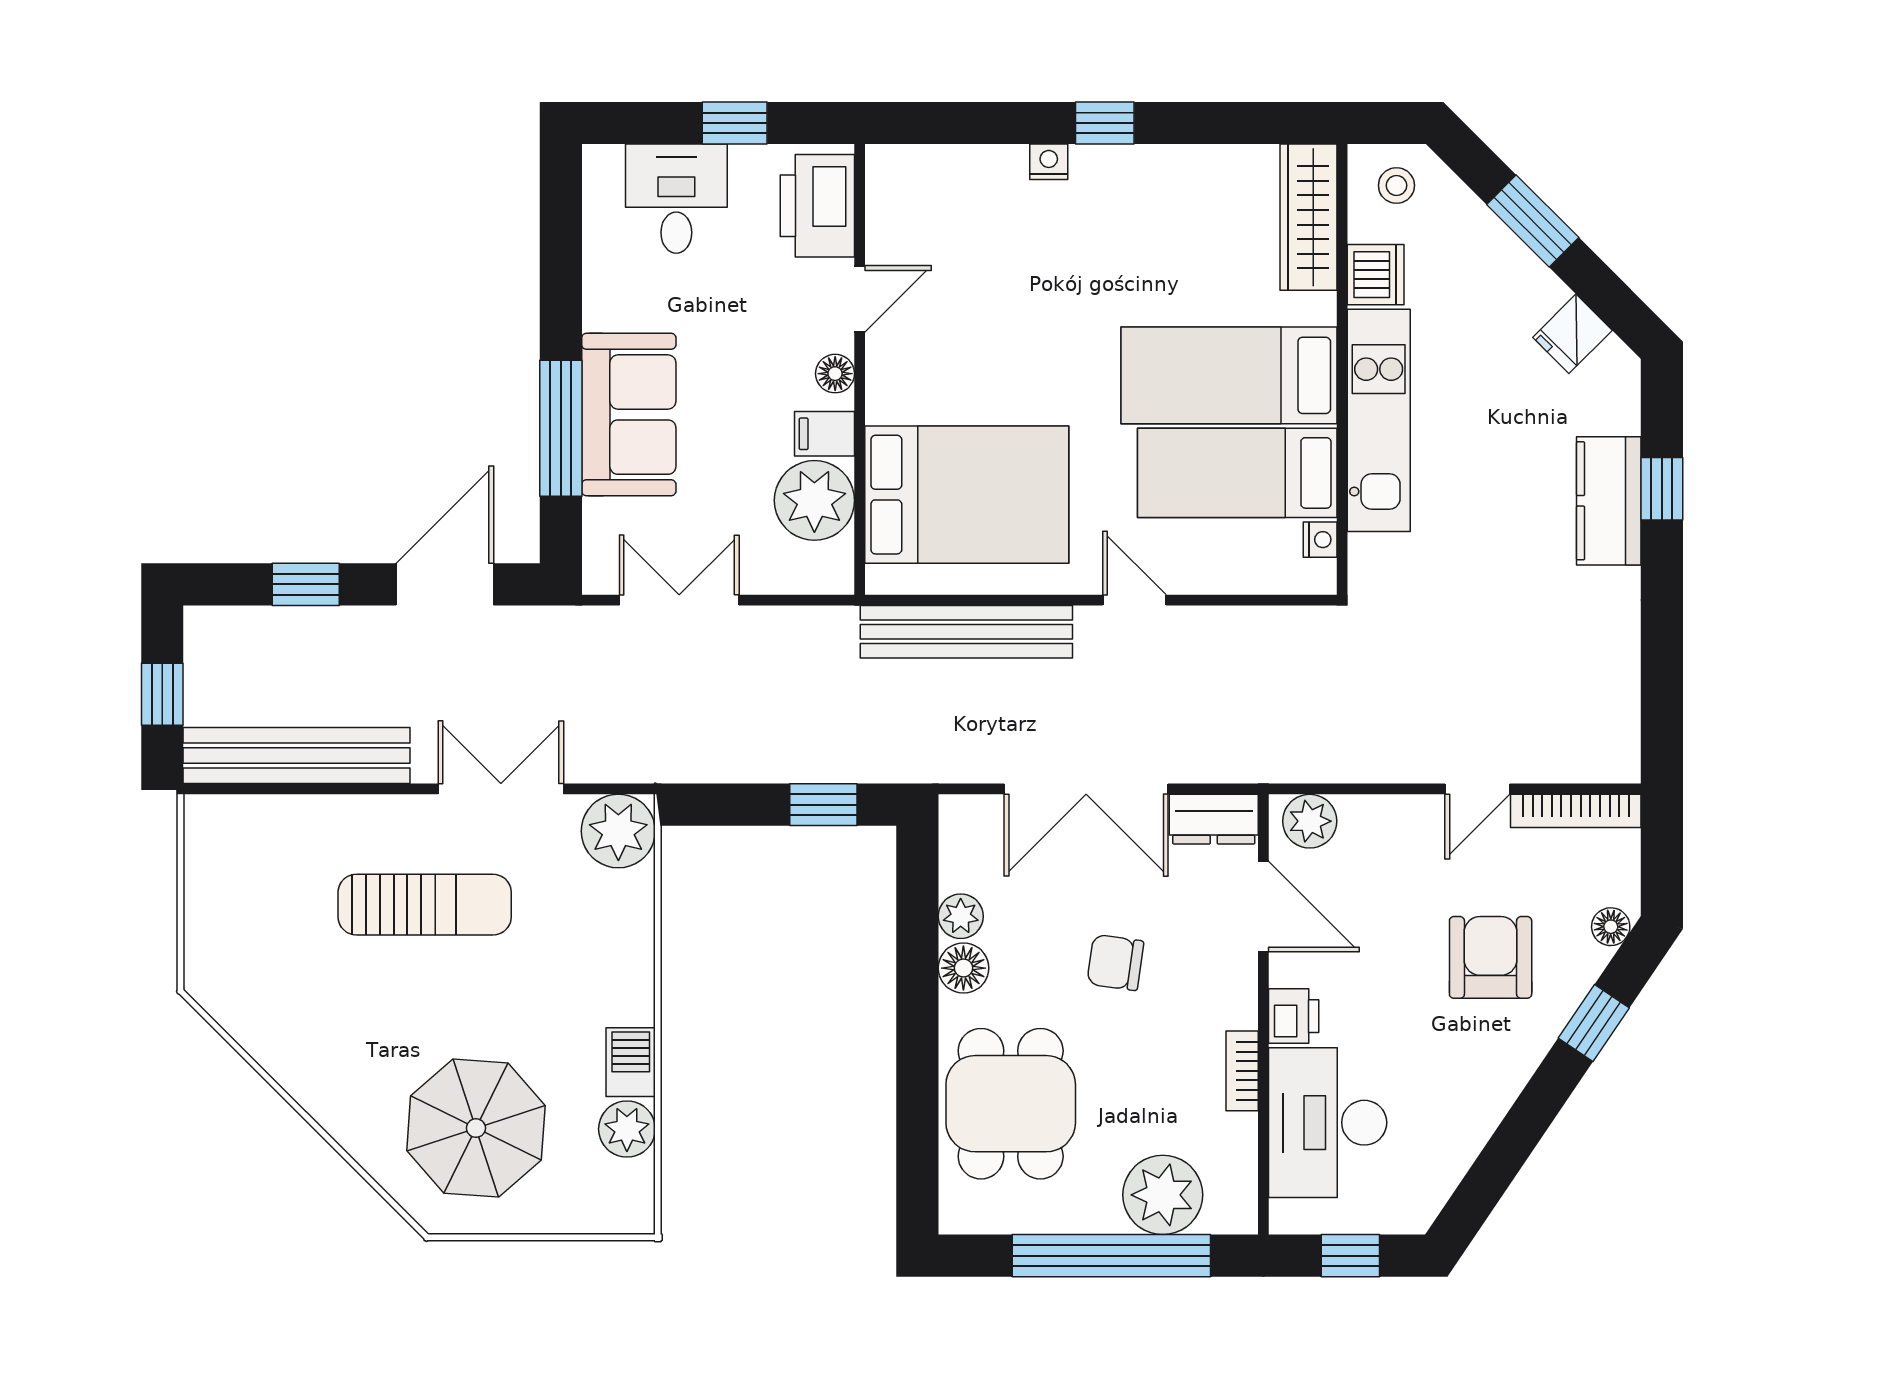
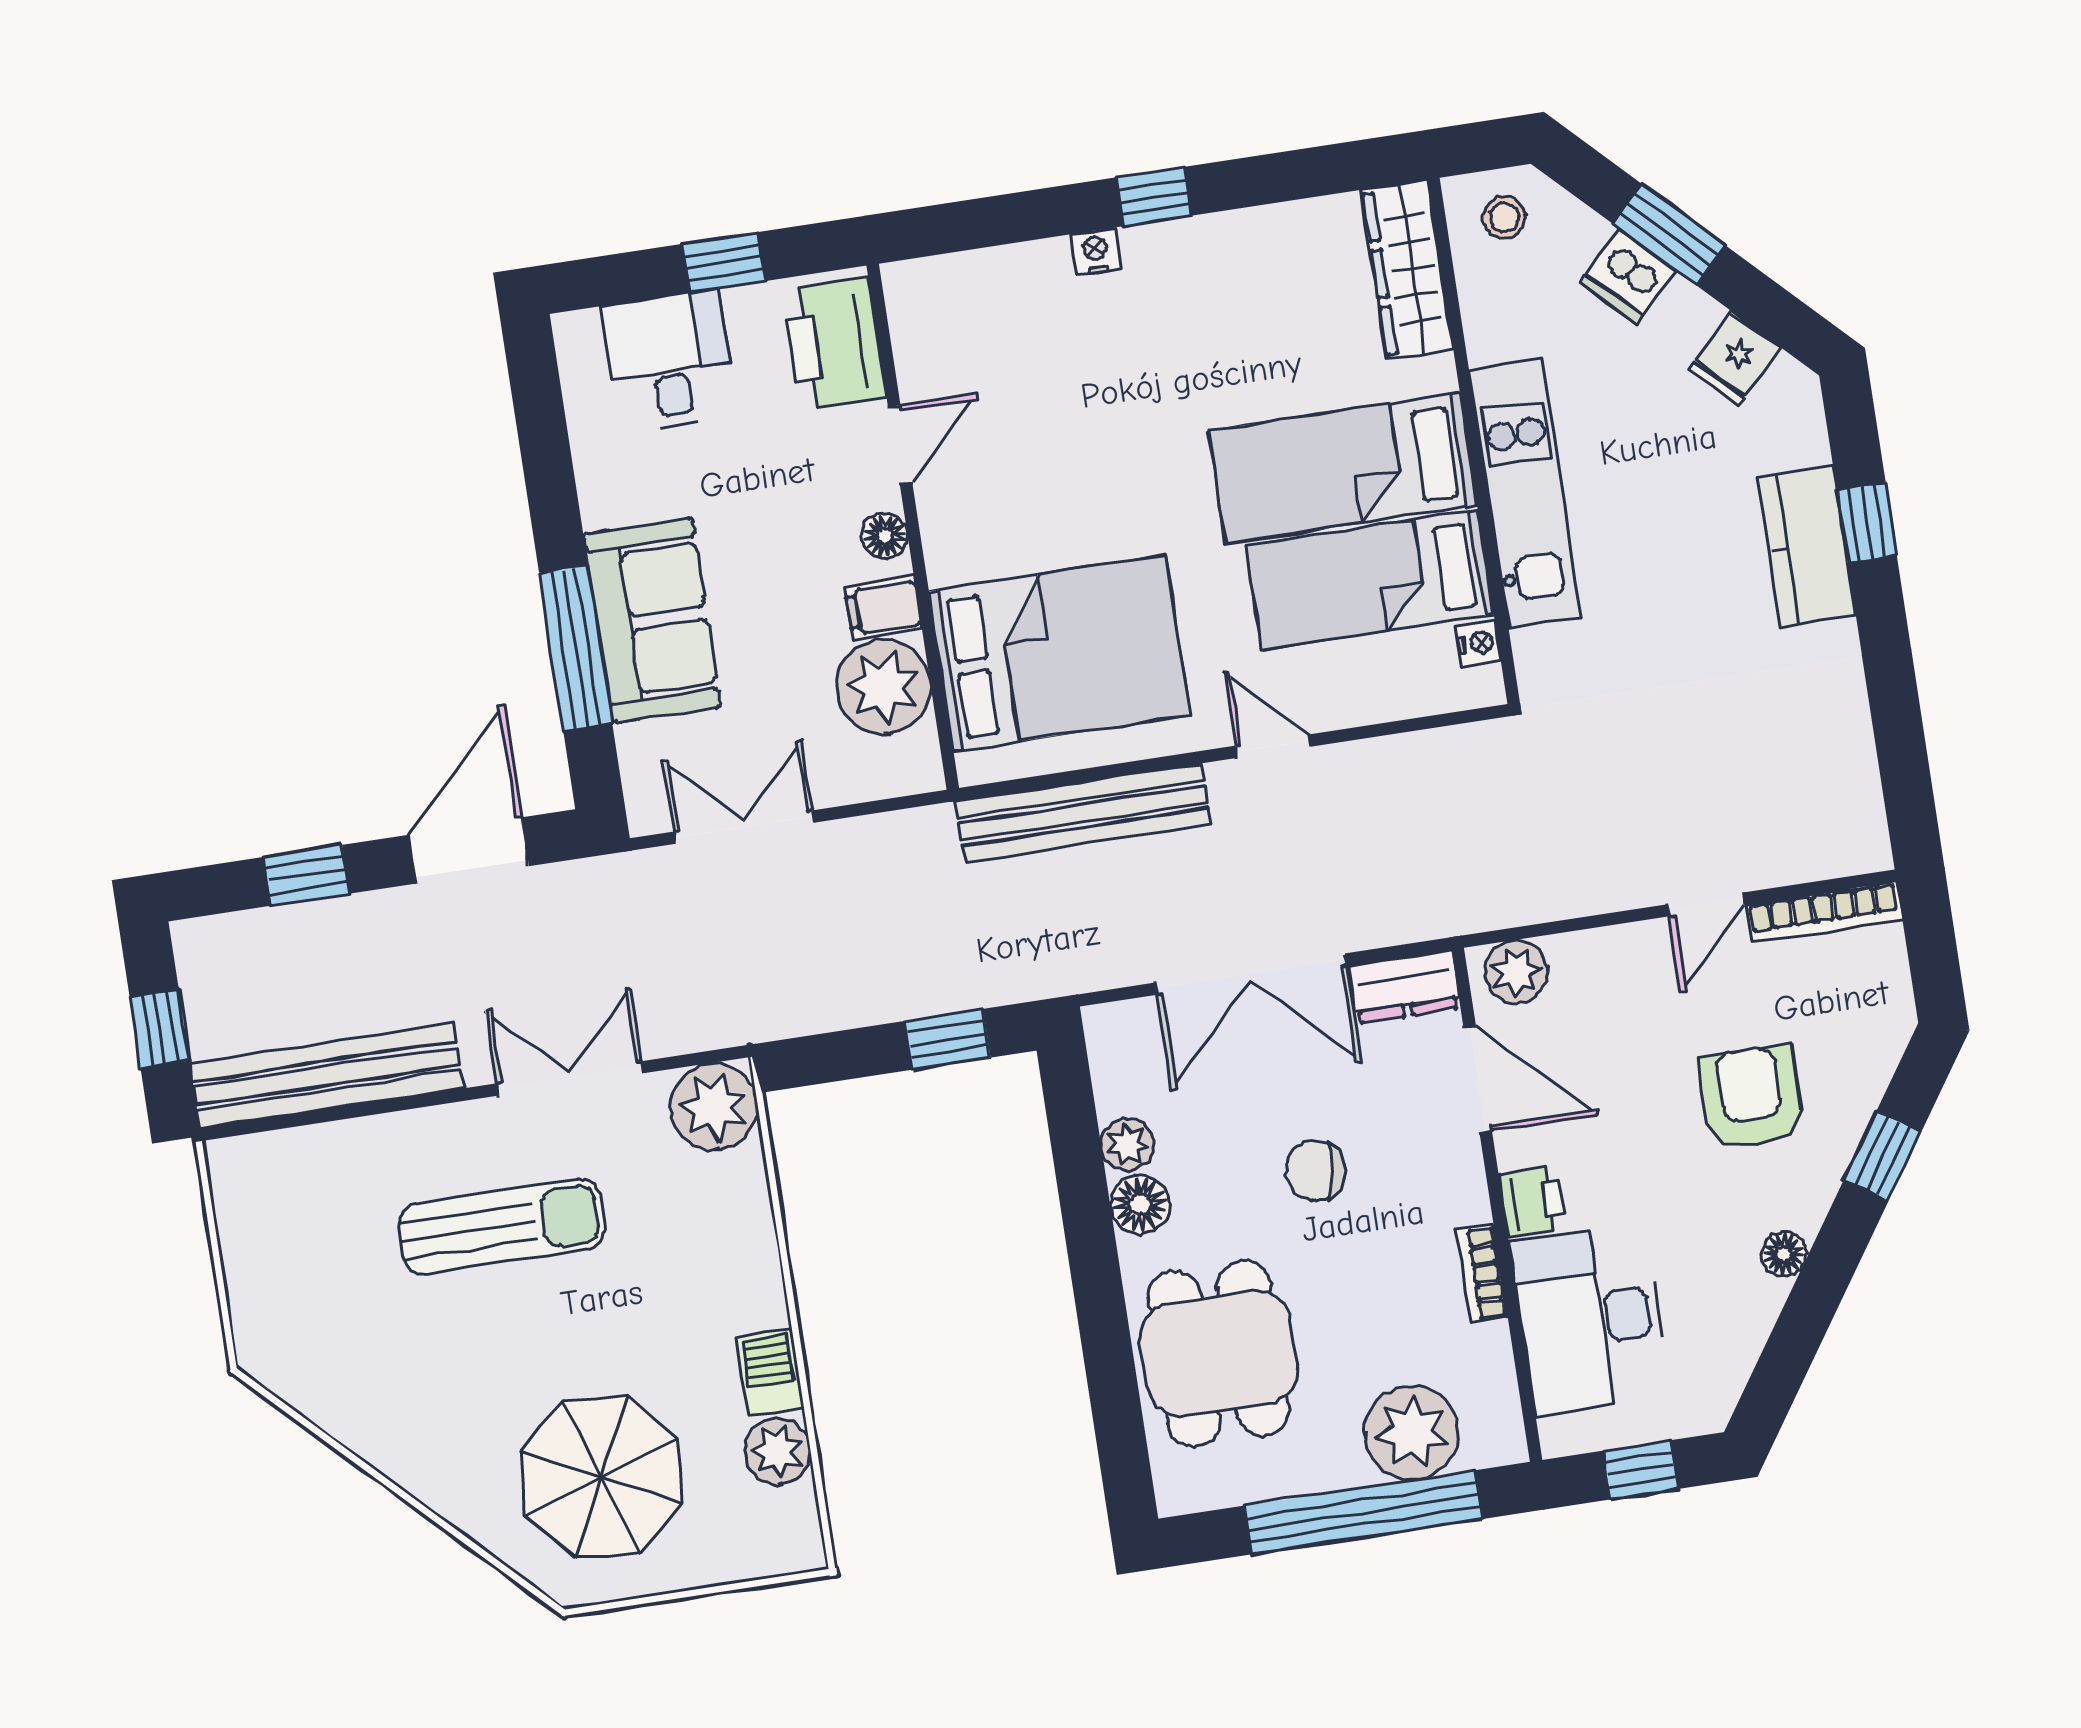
dishwasher: (1376, 275) -> (1628, 276), moved, turned 135
floor lamp: (1611, 927) -> (1784, 1254), moved

